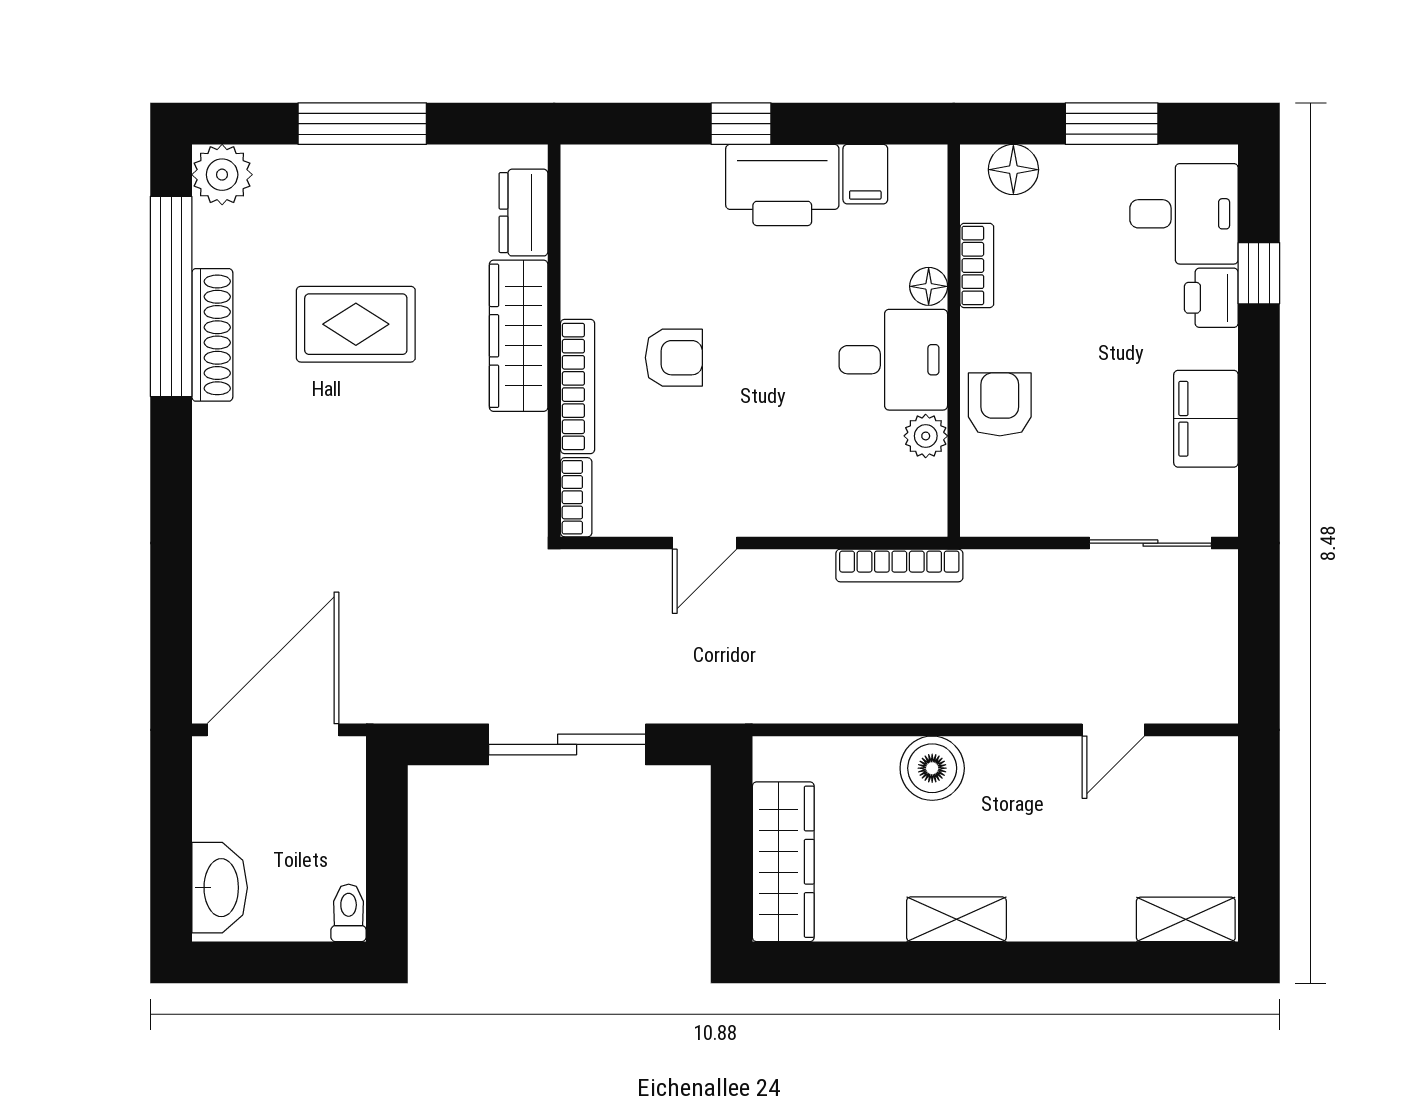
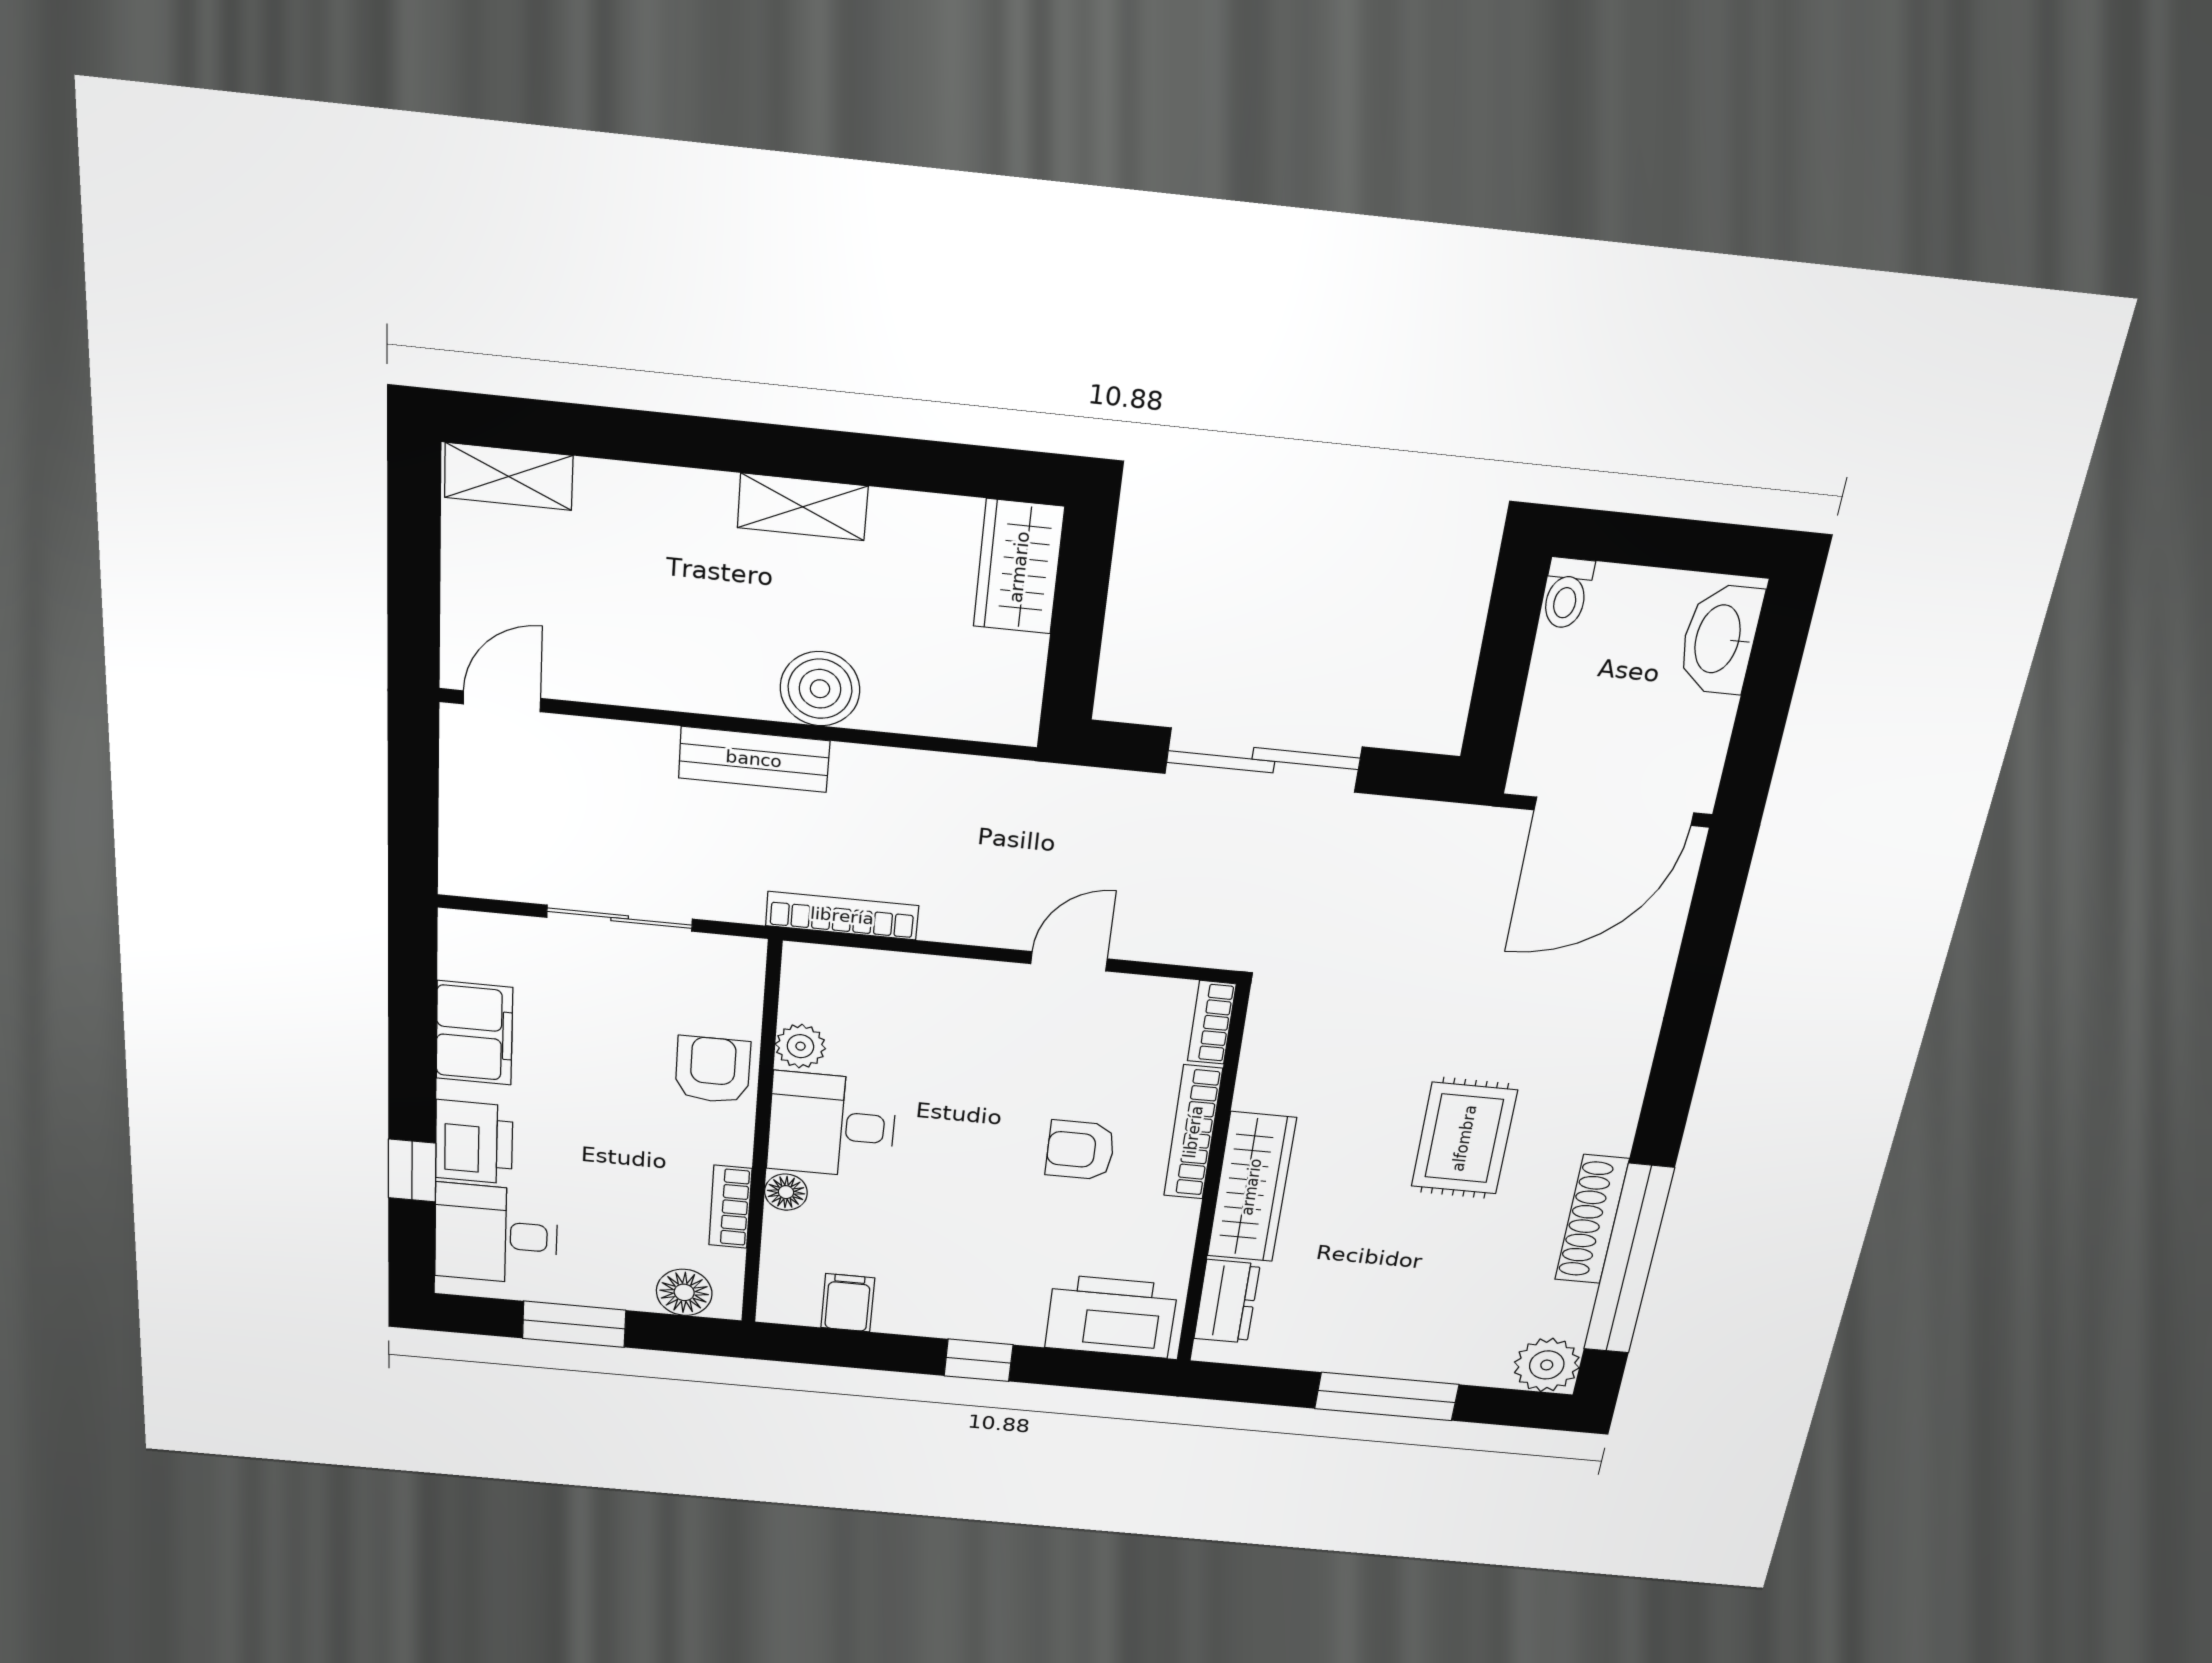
printer: (782, 185) -> (1111, 1316), moved
printer: (1211, 298) -> (474, 1142), width x1.36, depth x1.24
rug: (356, 324) -> (1464, 1138), moved, turned 90
armchair: (1000, 404) -> (713, 1070), turned 180
sliding door: (1150, 543) -> (620, 918), moved
bench: (981, 700) -> (754, 759), added
door: (1113, 730) -> (502, 701), moved
wardrobe: (783, 862) -> (1019, 567), width x0.67

